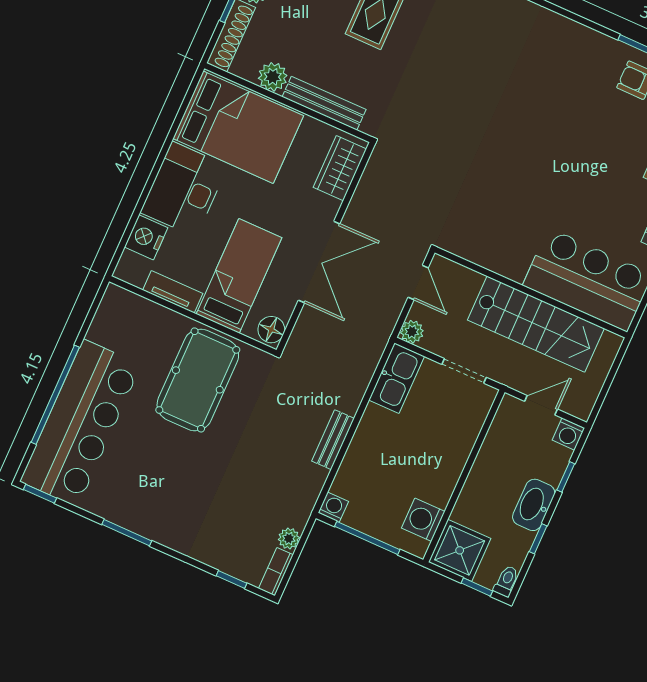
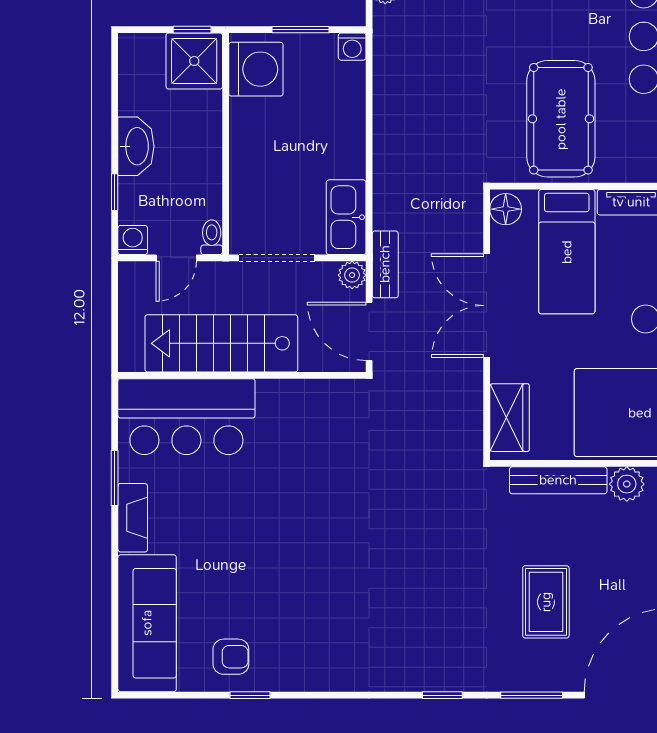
door: (418, 283) -> (369, 331), width x1.38
doorway: (464, 371) -> (277, 258), width x1.38
bench: (333, 440) -> (385, 264), moved
washing machine: (423, 520) -> (256, 69), width x1.37, depth x1.37
window: (367, 538) -> (300, 30), width x0.69
window: (538, 539) -> (115, 112), removed
toilet: (506, 581) -> (212, 237), moved, turned 180
window: (477, 587) -> (192, 30), moved

